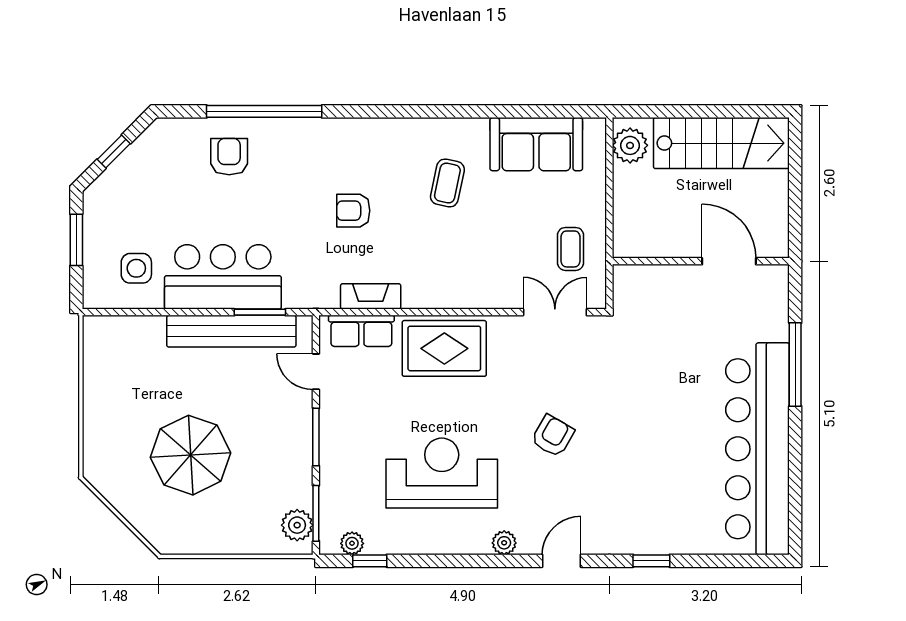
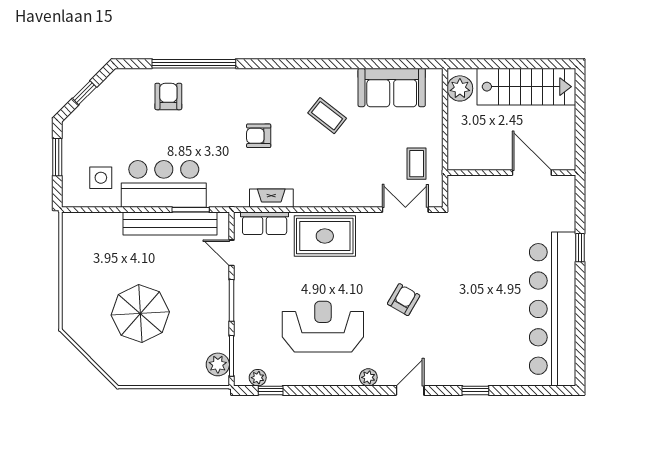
coffee table: (447, 183) -> (327, 116), turned -64
window: (795, 365) -> (580, 248), width x0.46

